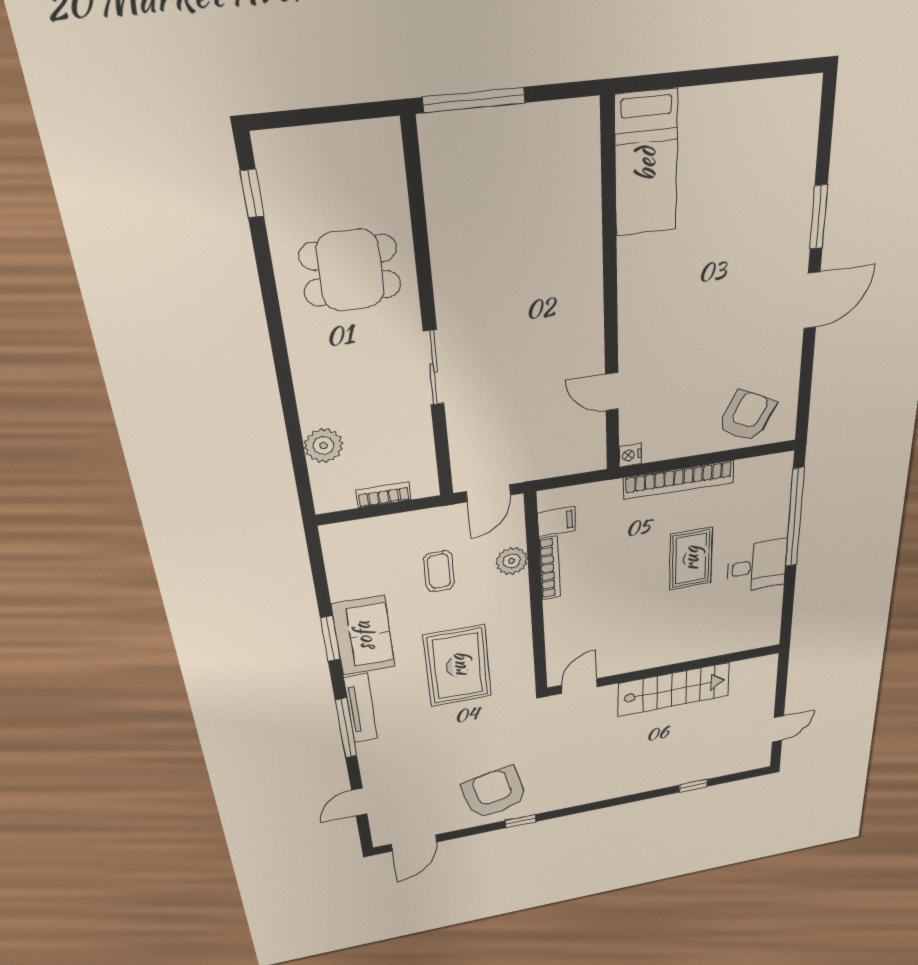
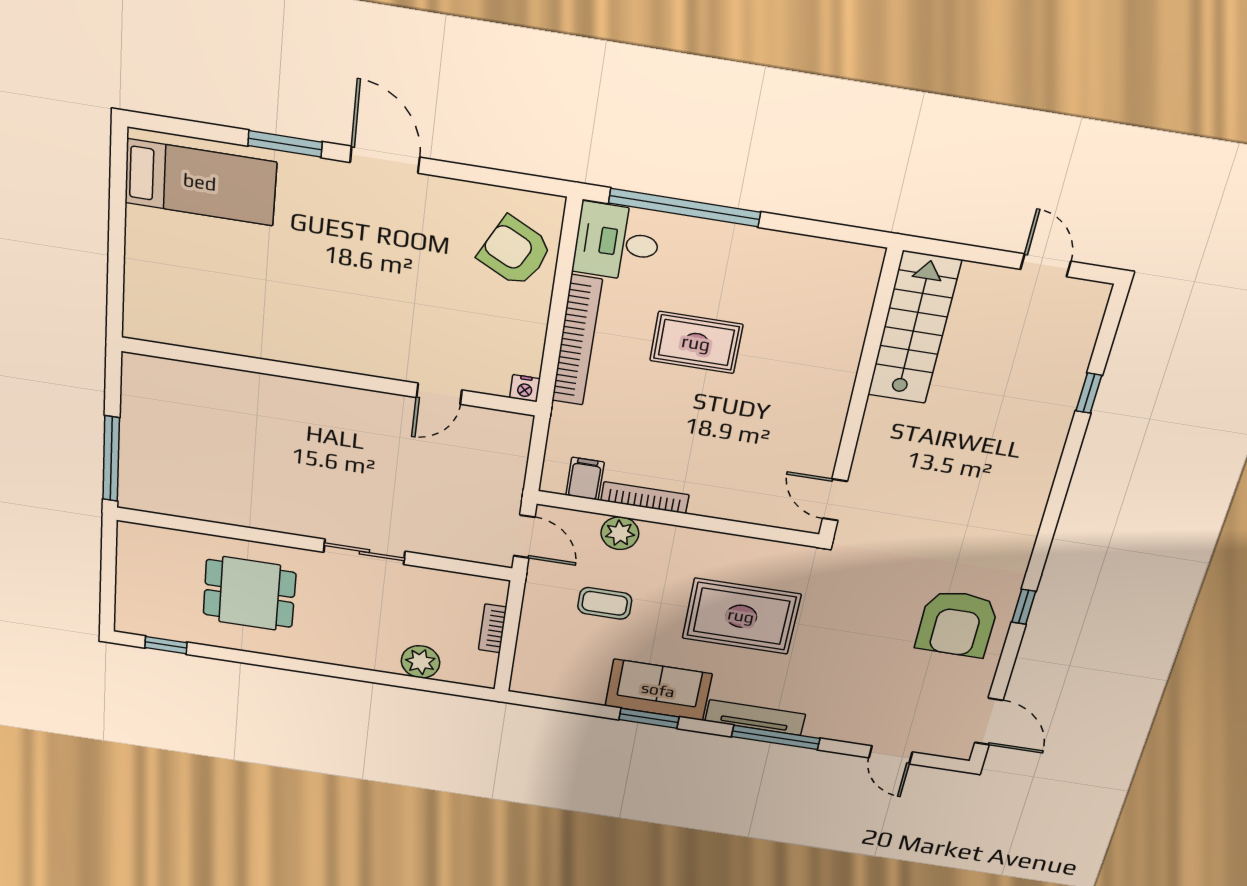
bed: (646, 164) -> (200, 182), moved
dining table: (350, 270) -> (249, 594), turned 90
desk: (757, 566) -> (617, 242), moved, turned -90
stairs: (674, 689) -> (914, 328), moved
armchair: (494, 793) -> (957, 624), turned -77

